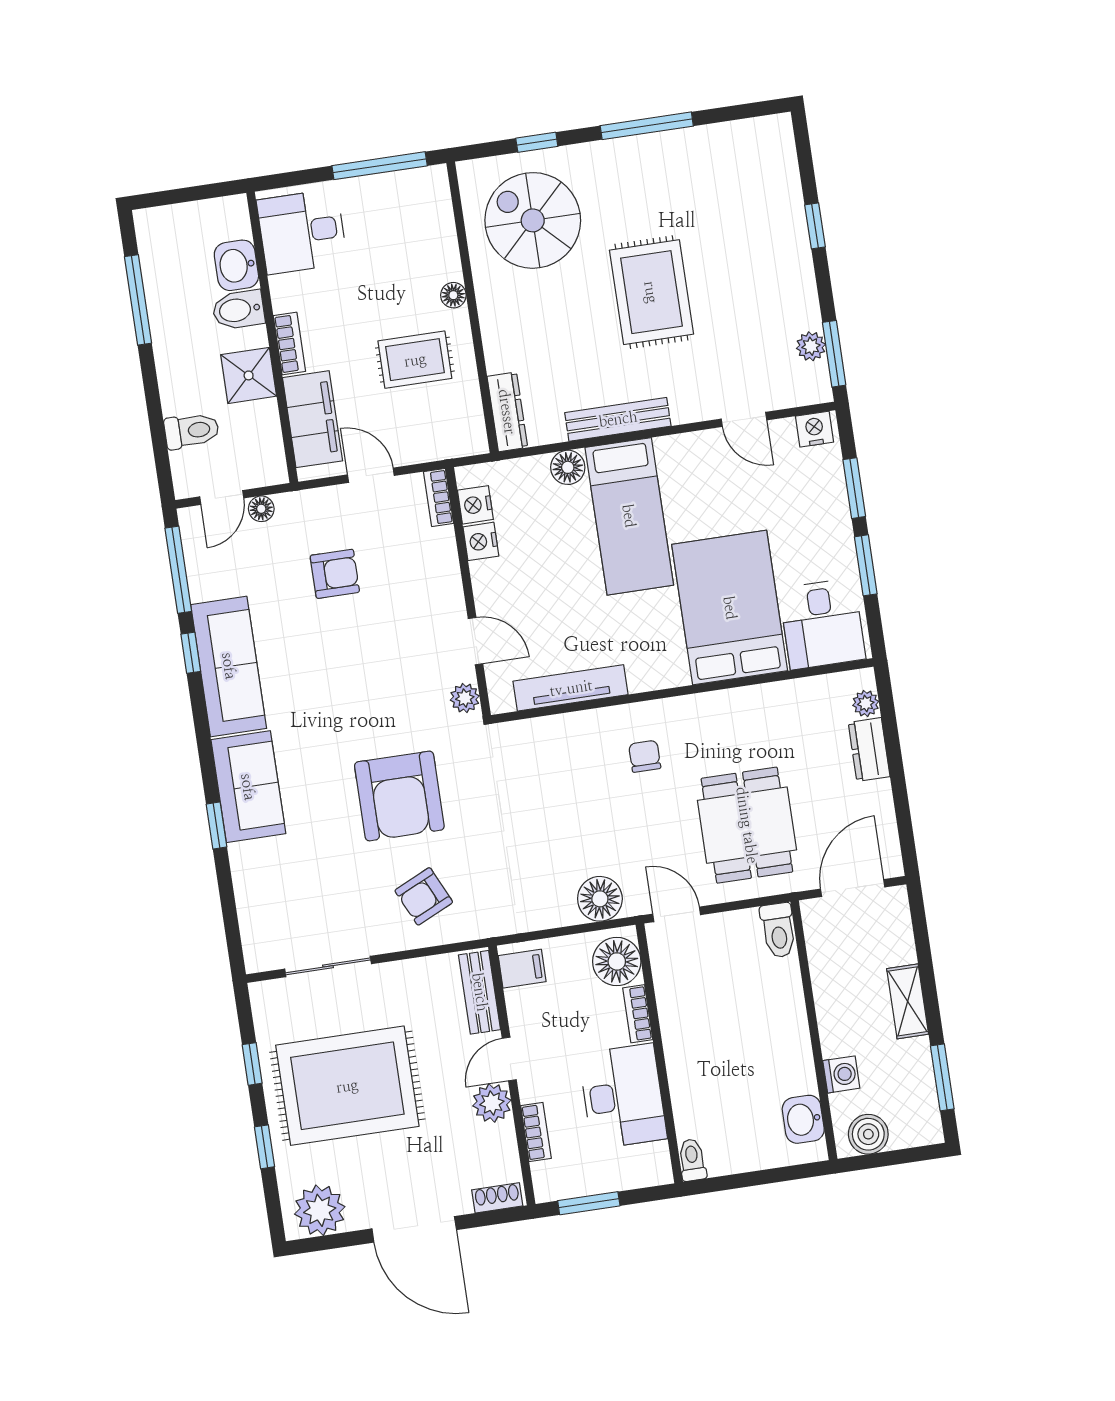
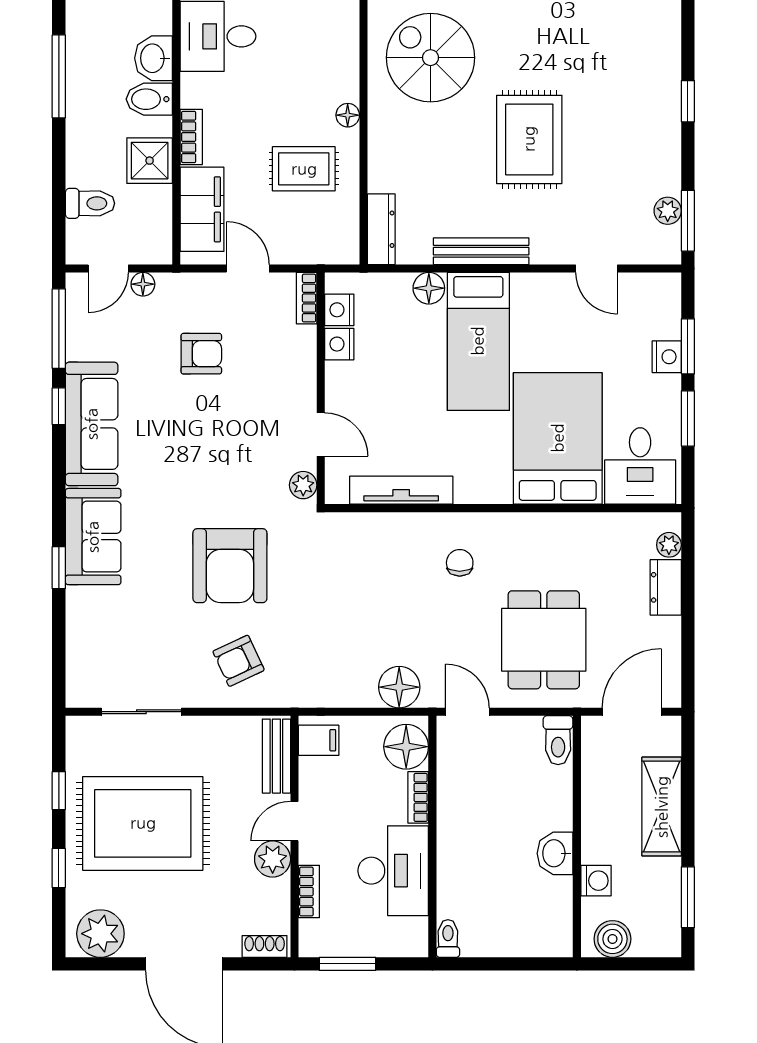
nightstand: (814, 429) -> (667, 357), moved, turned 90
shelving: (908, 1001) -> (662, 807), width x1.50, depth x1.33
washbasin: (803, 1119) -> (555, 853), moved

